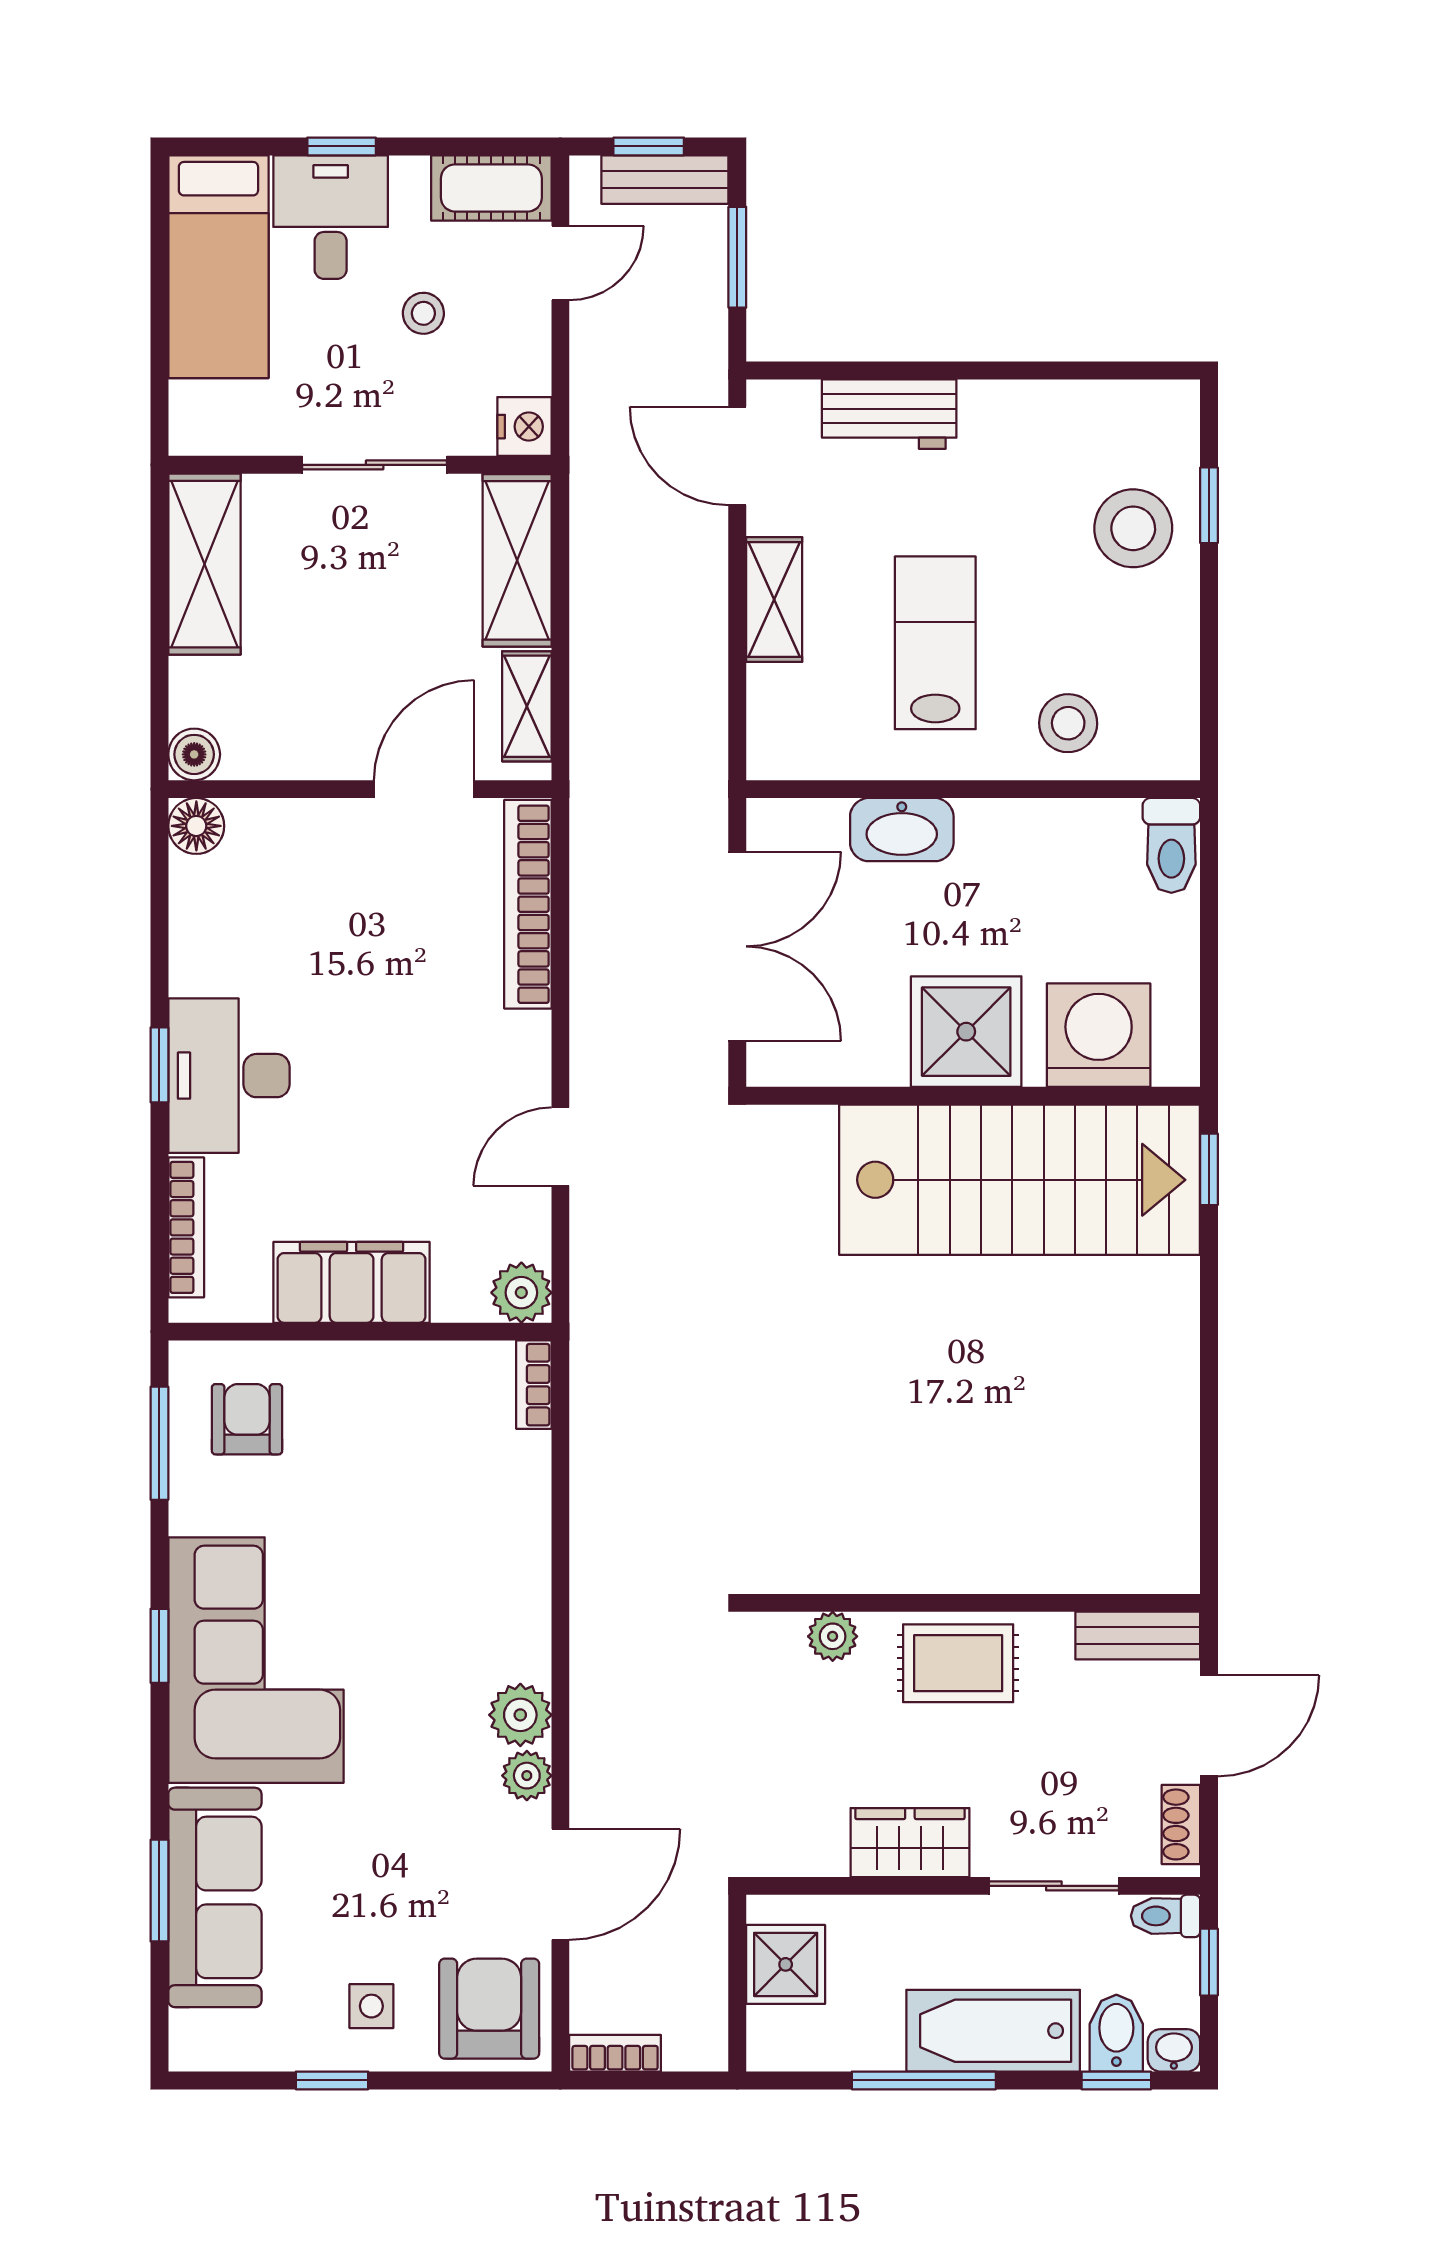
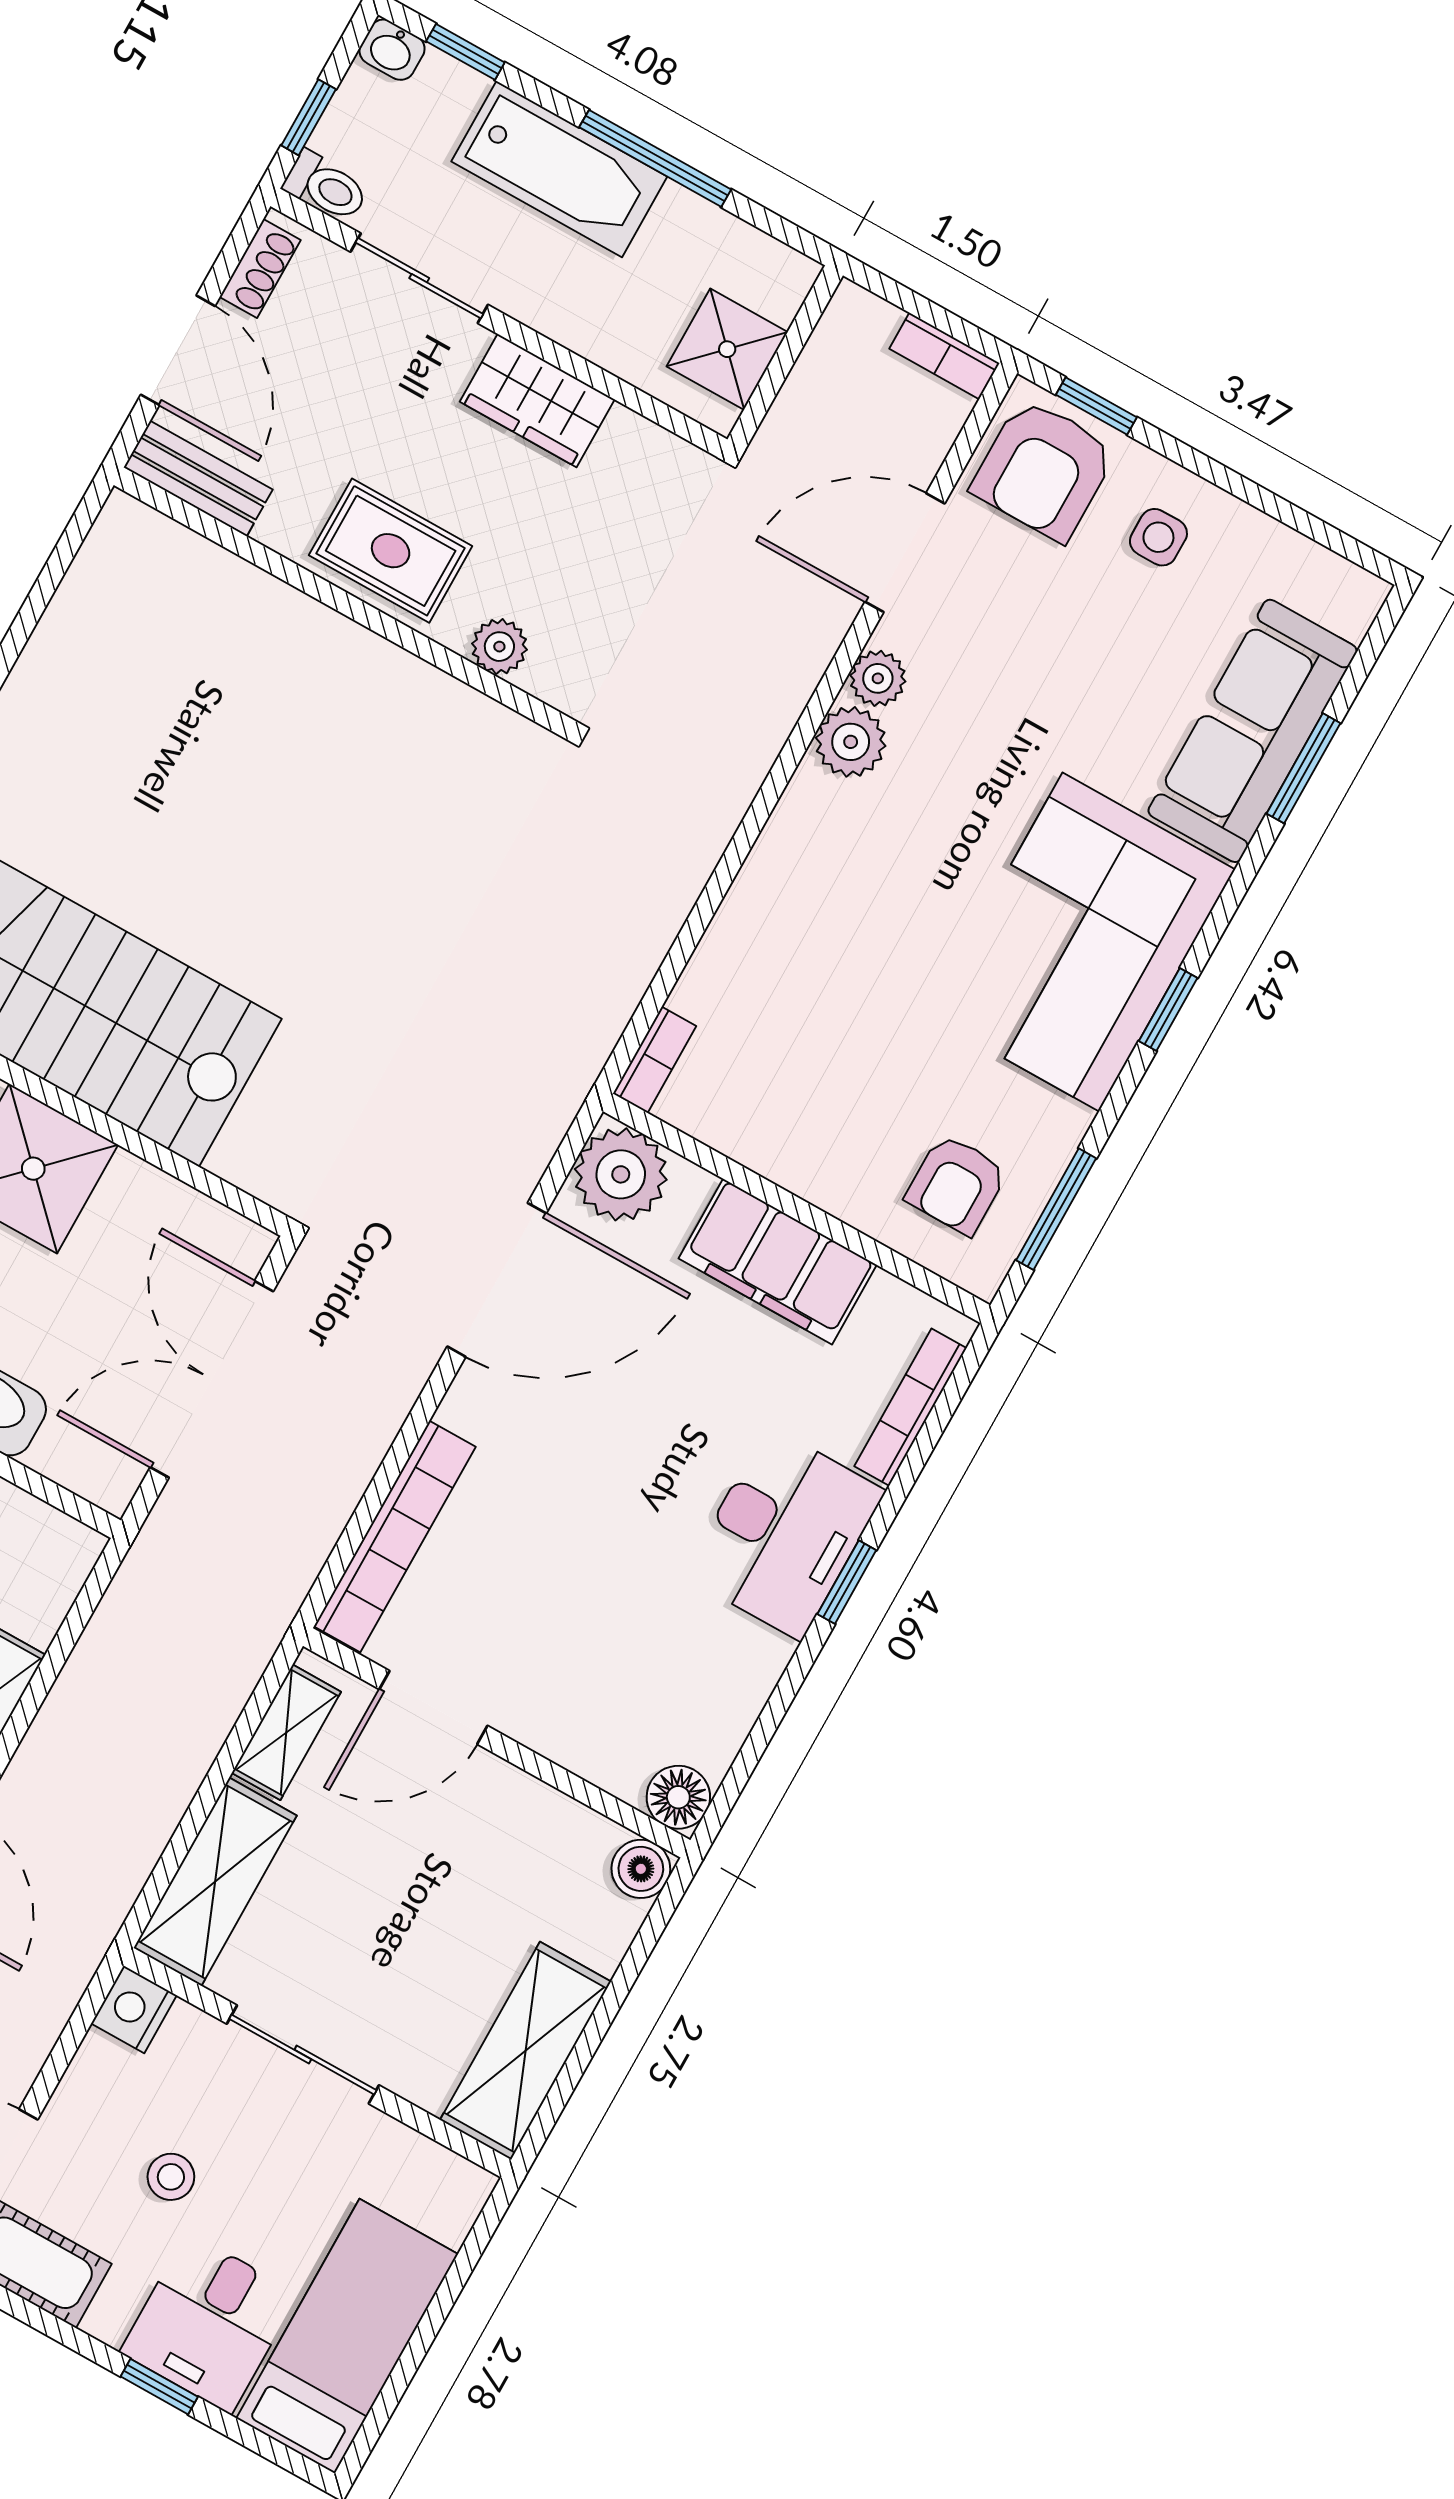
door: (560, 1146) -> (497, 1280), width x1.87
plant: (521, 1293) -> (621, 1174), width x1.36, depth x1.36
door: (1209, 1726) -> (178, 350), swing flipped
bidet: (1116, 2033) -> (439, 99), removed
window: (332, 2080) -> (1096, 406), moved

